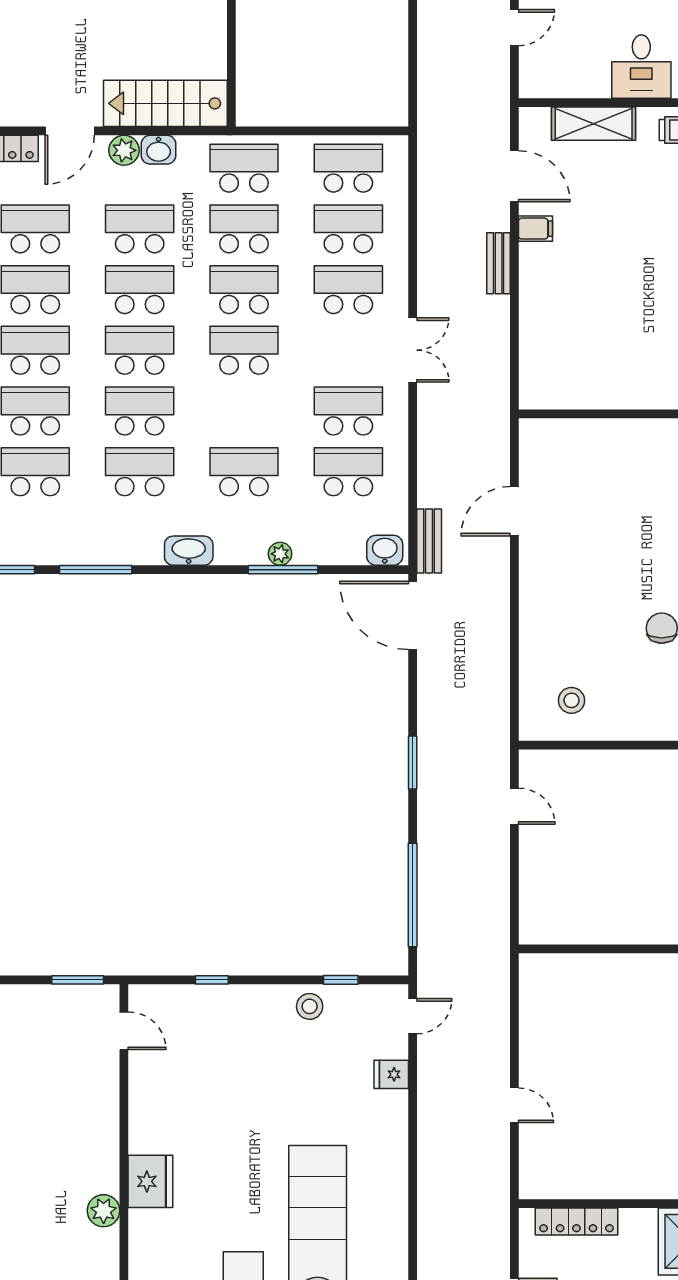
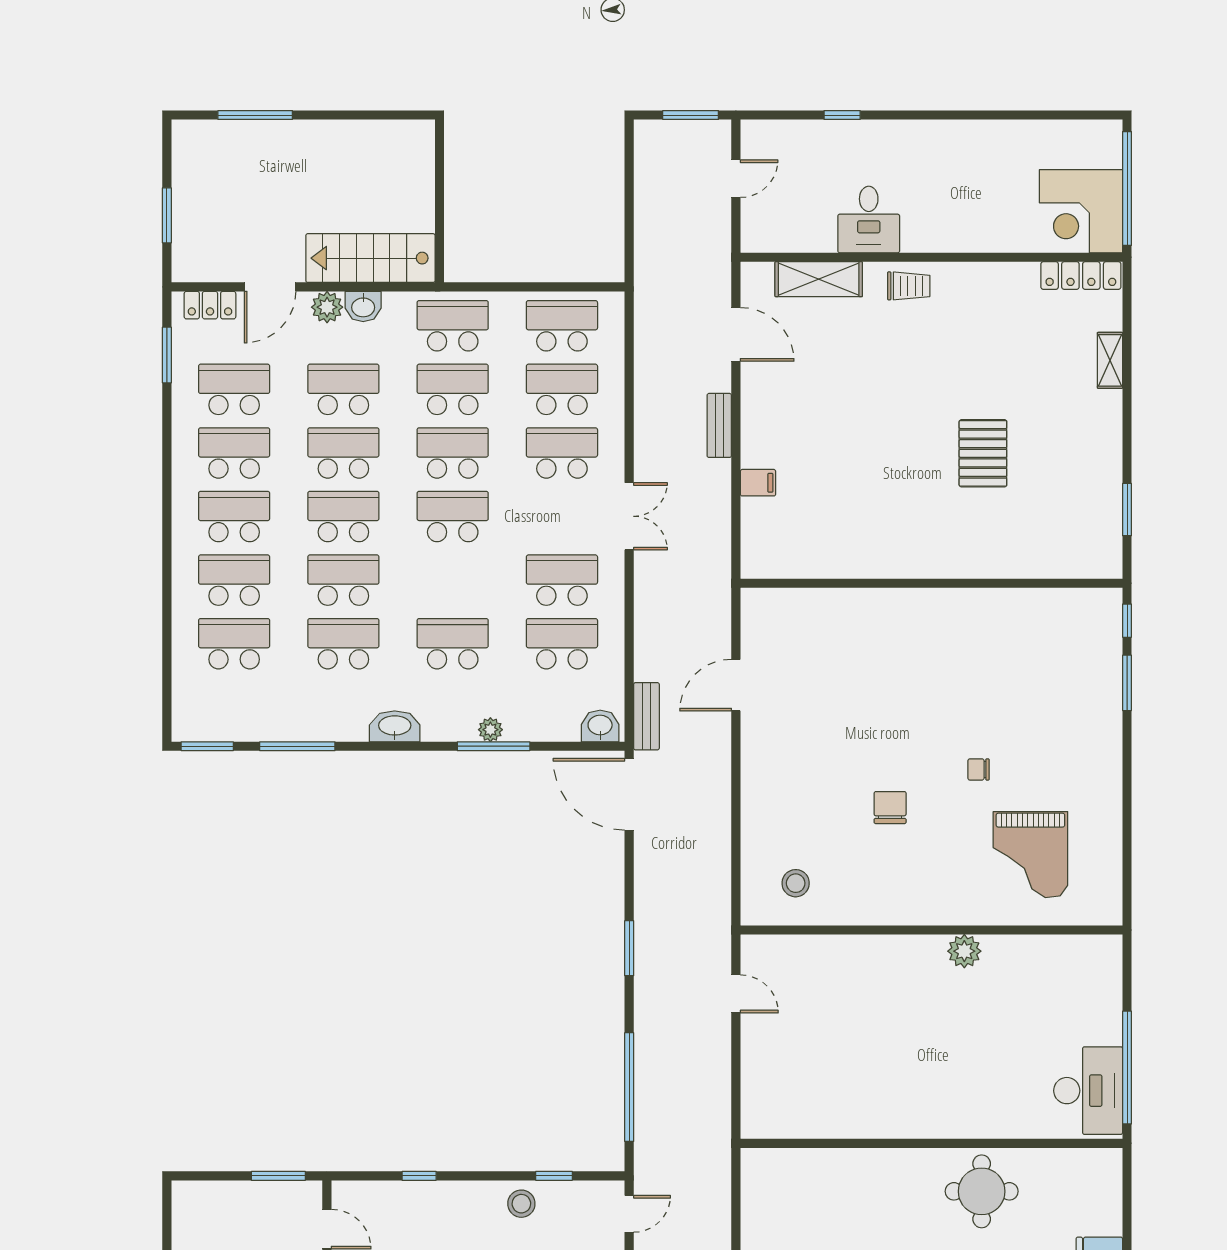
filing cabinet: (536, 229) -> (758, 483), moved

